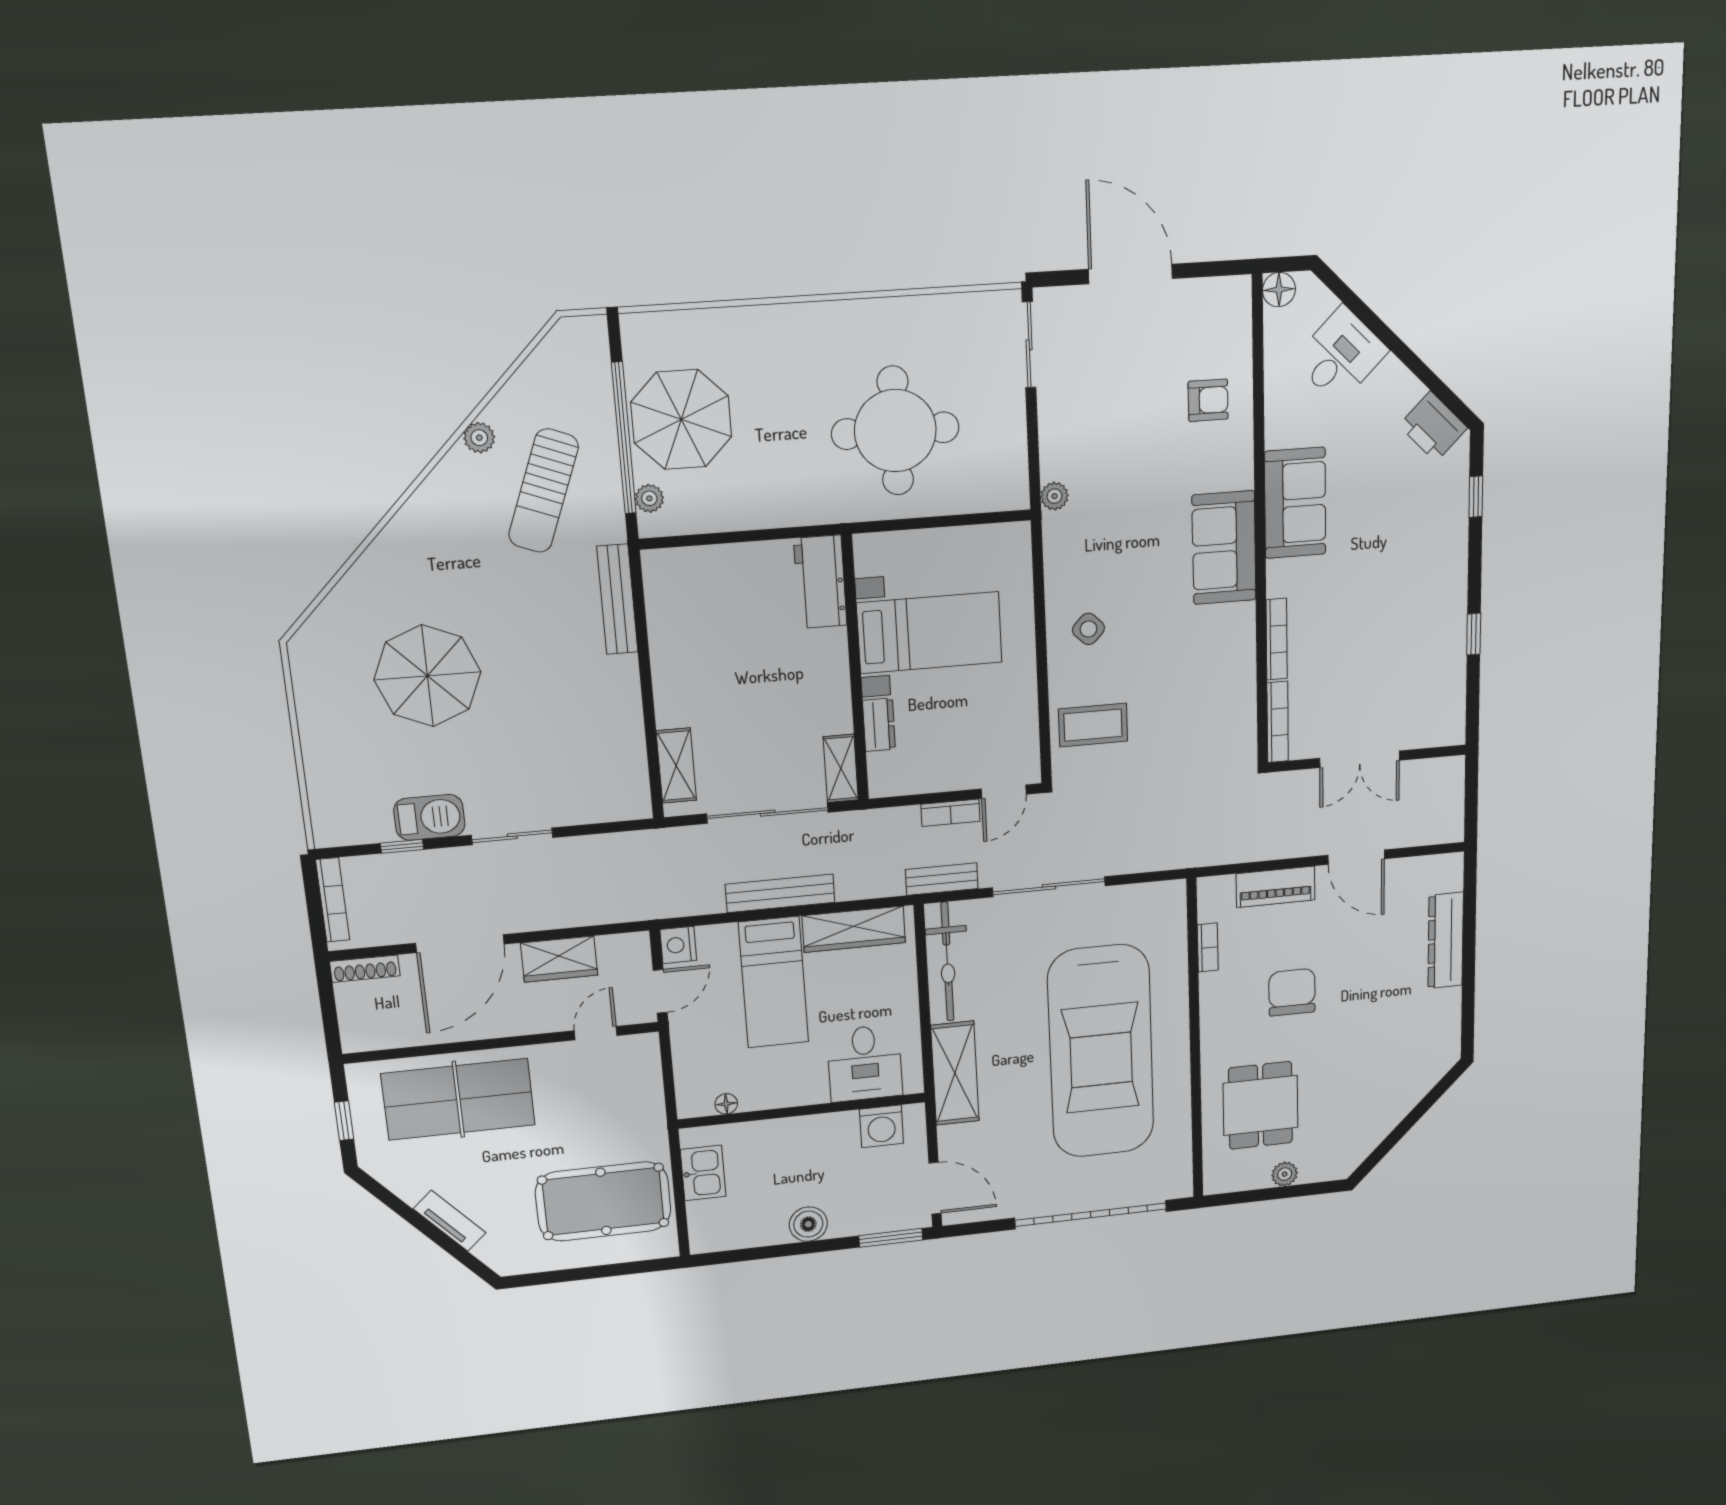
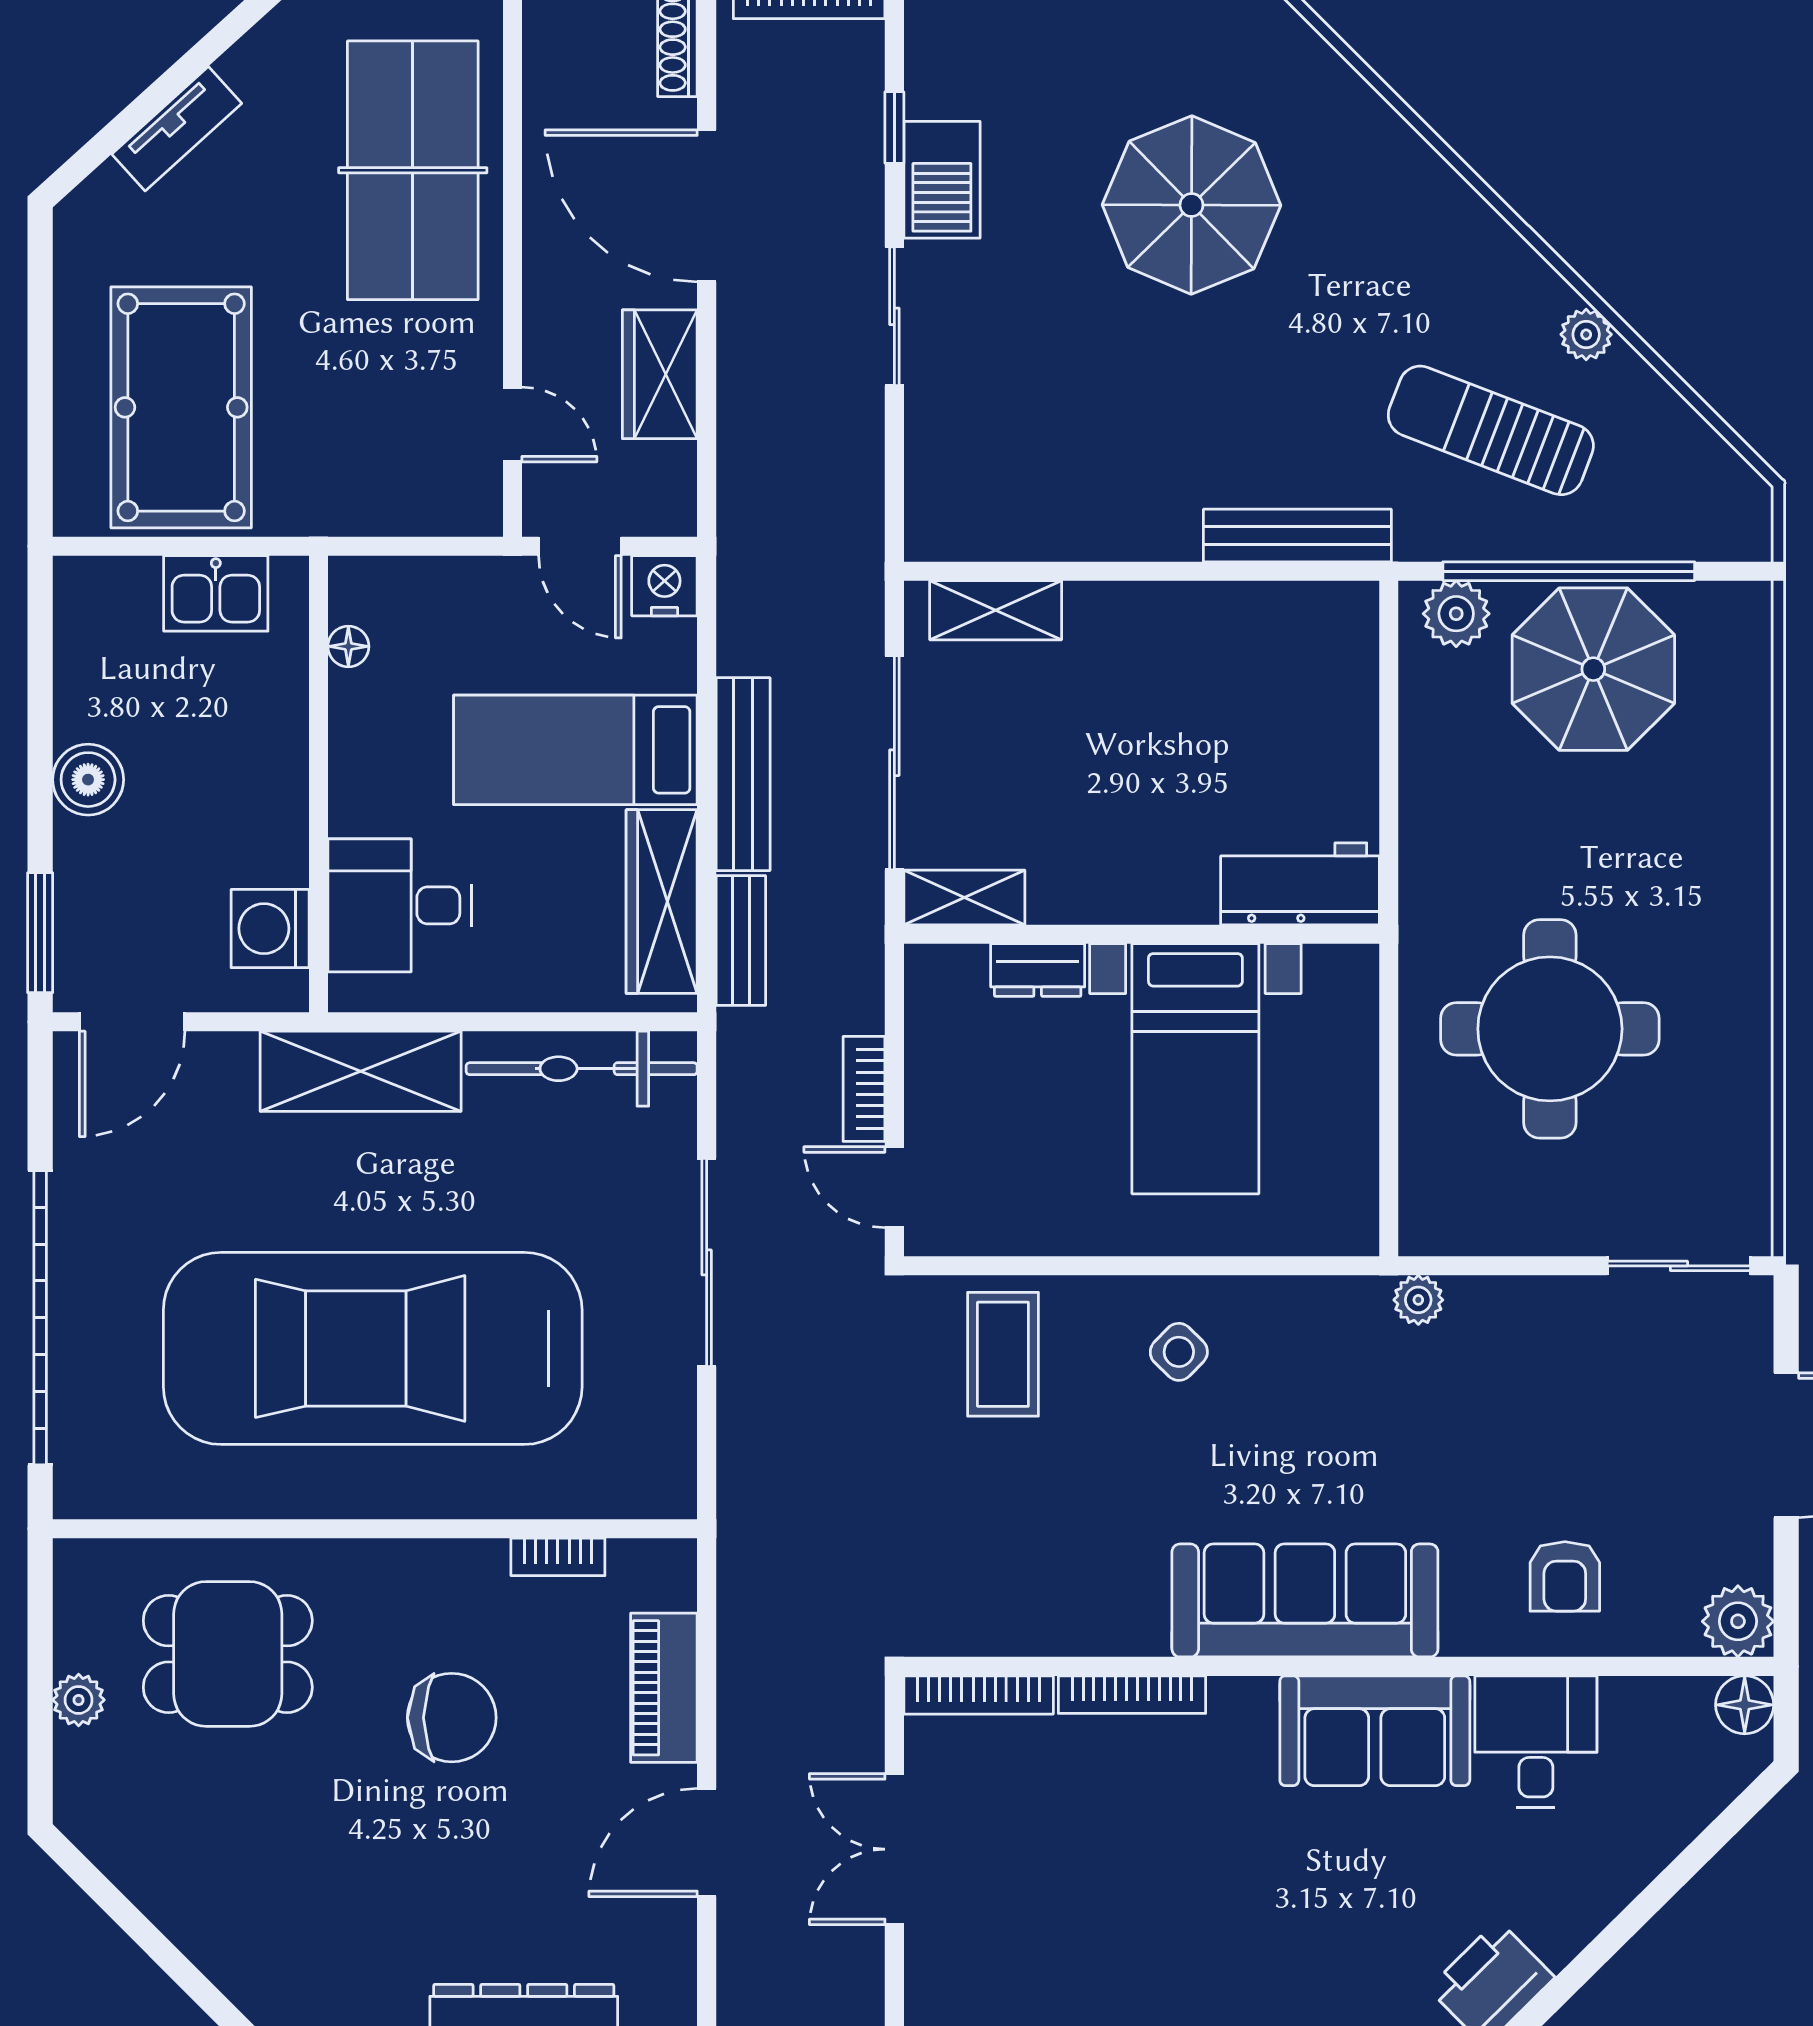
plant: (1232, 297) -> (1738, 1621), added
desk: (1341, 355) -> (1536, 1742), moved, turned -135
plant: (649, 498) -> (1456, 614), width x1.38, depth x1.38
sofa: (1224, 548) -> (1305, 1600), width x1.36
bench: (942, 879) -> (741, 940), moved

